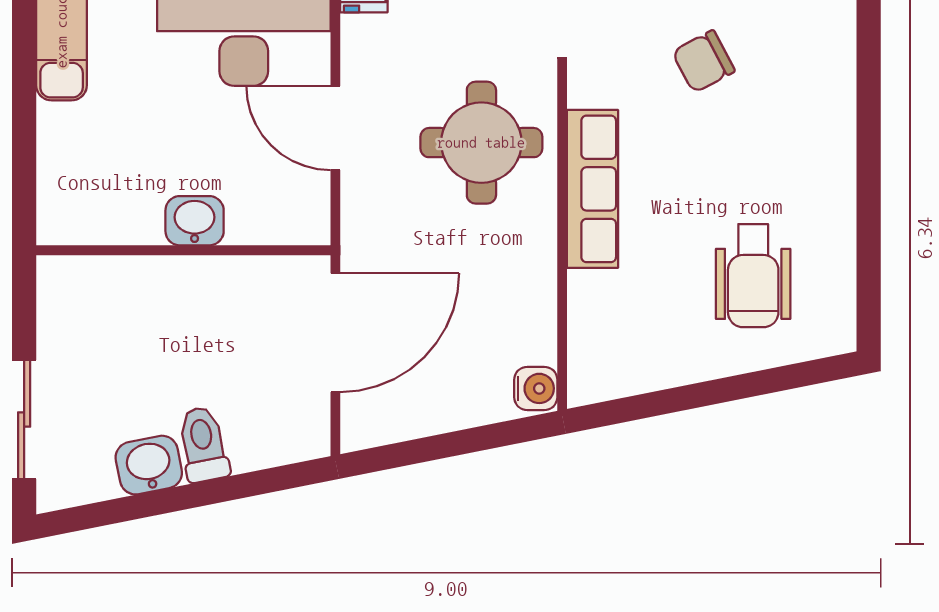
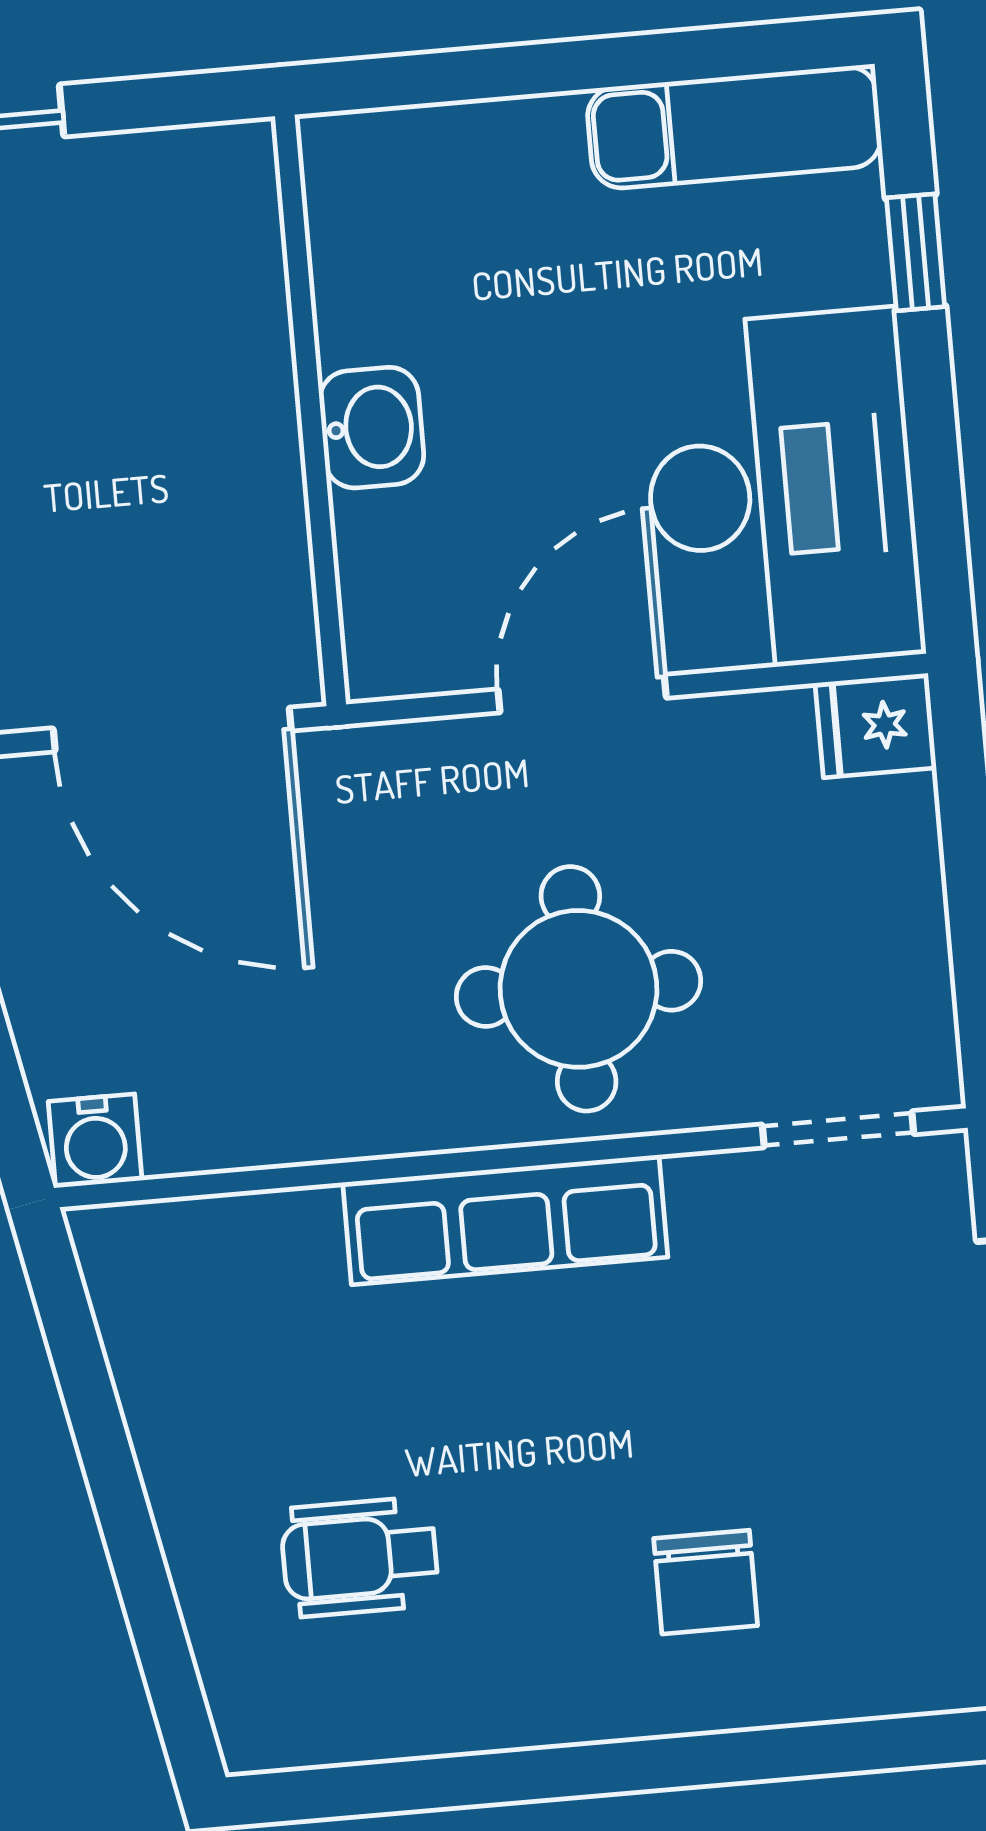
chair: (703, 61) -> (706, 1582), moved, turned -152
wheelchair: (753, 276) -> (360, 1557), width x0.73, depth x0.73

